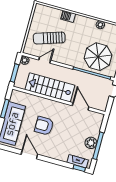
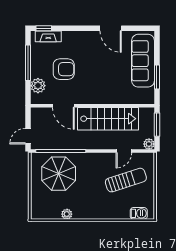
barbecue: (68, 16) -> (139, 213), moved
armchair: (44, 126) -> (64, 69), moved
plant: (91, 143) -> (38, 86), moved

